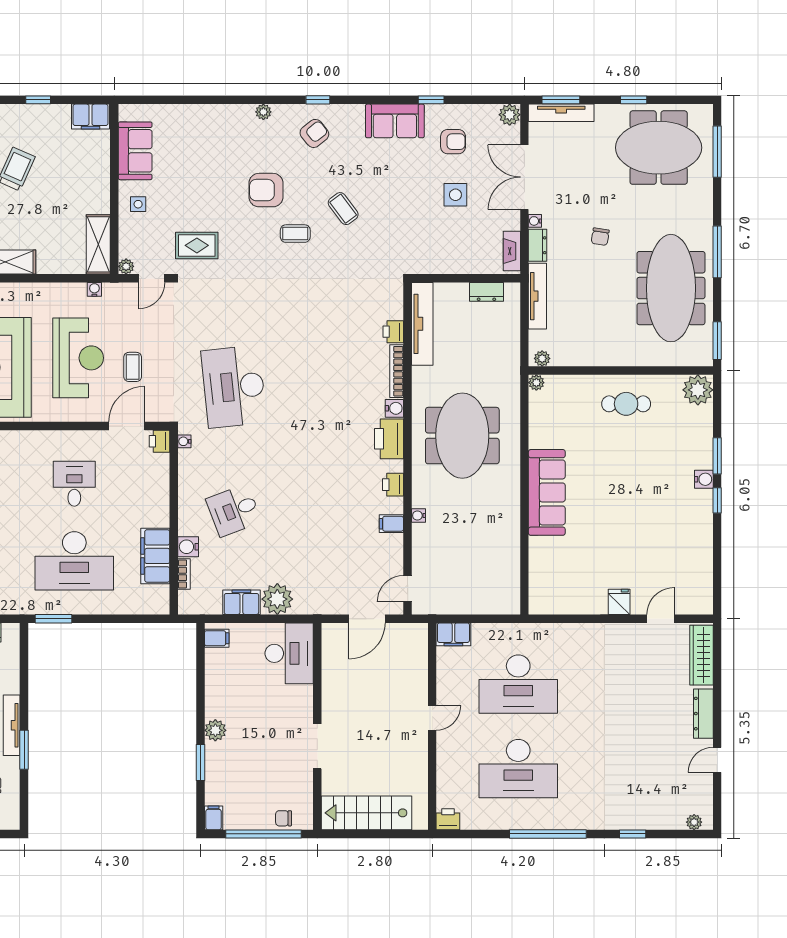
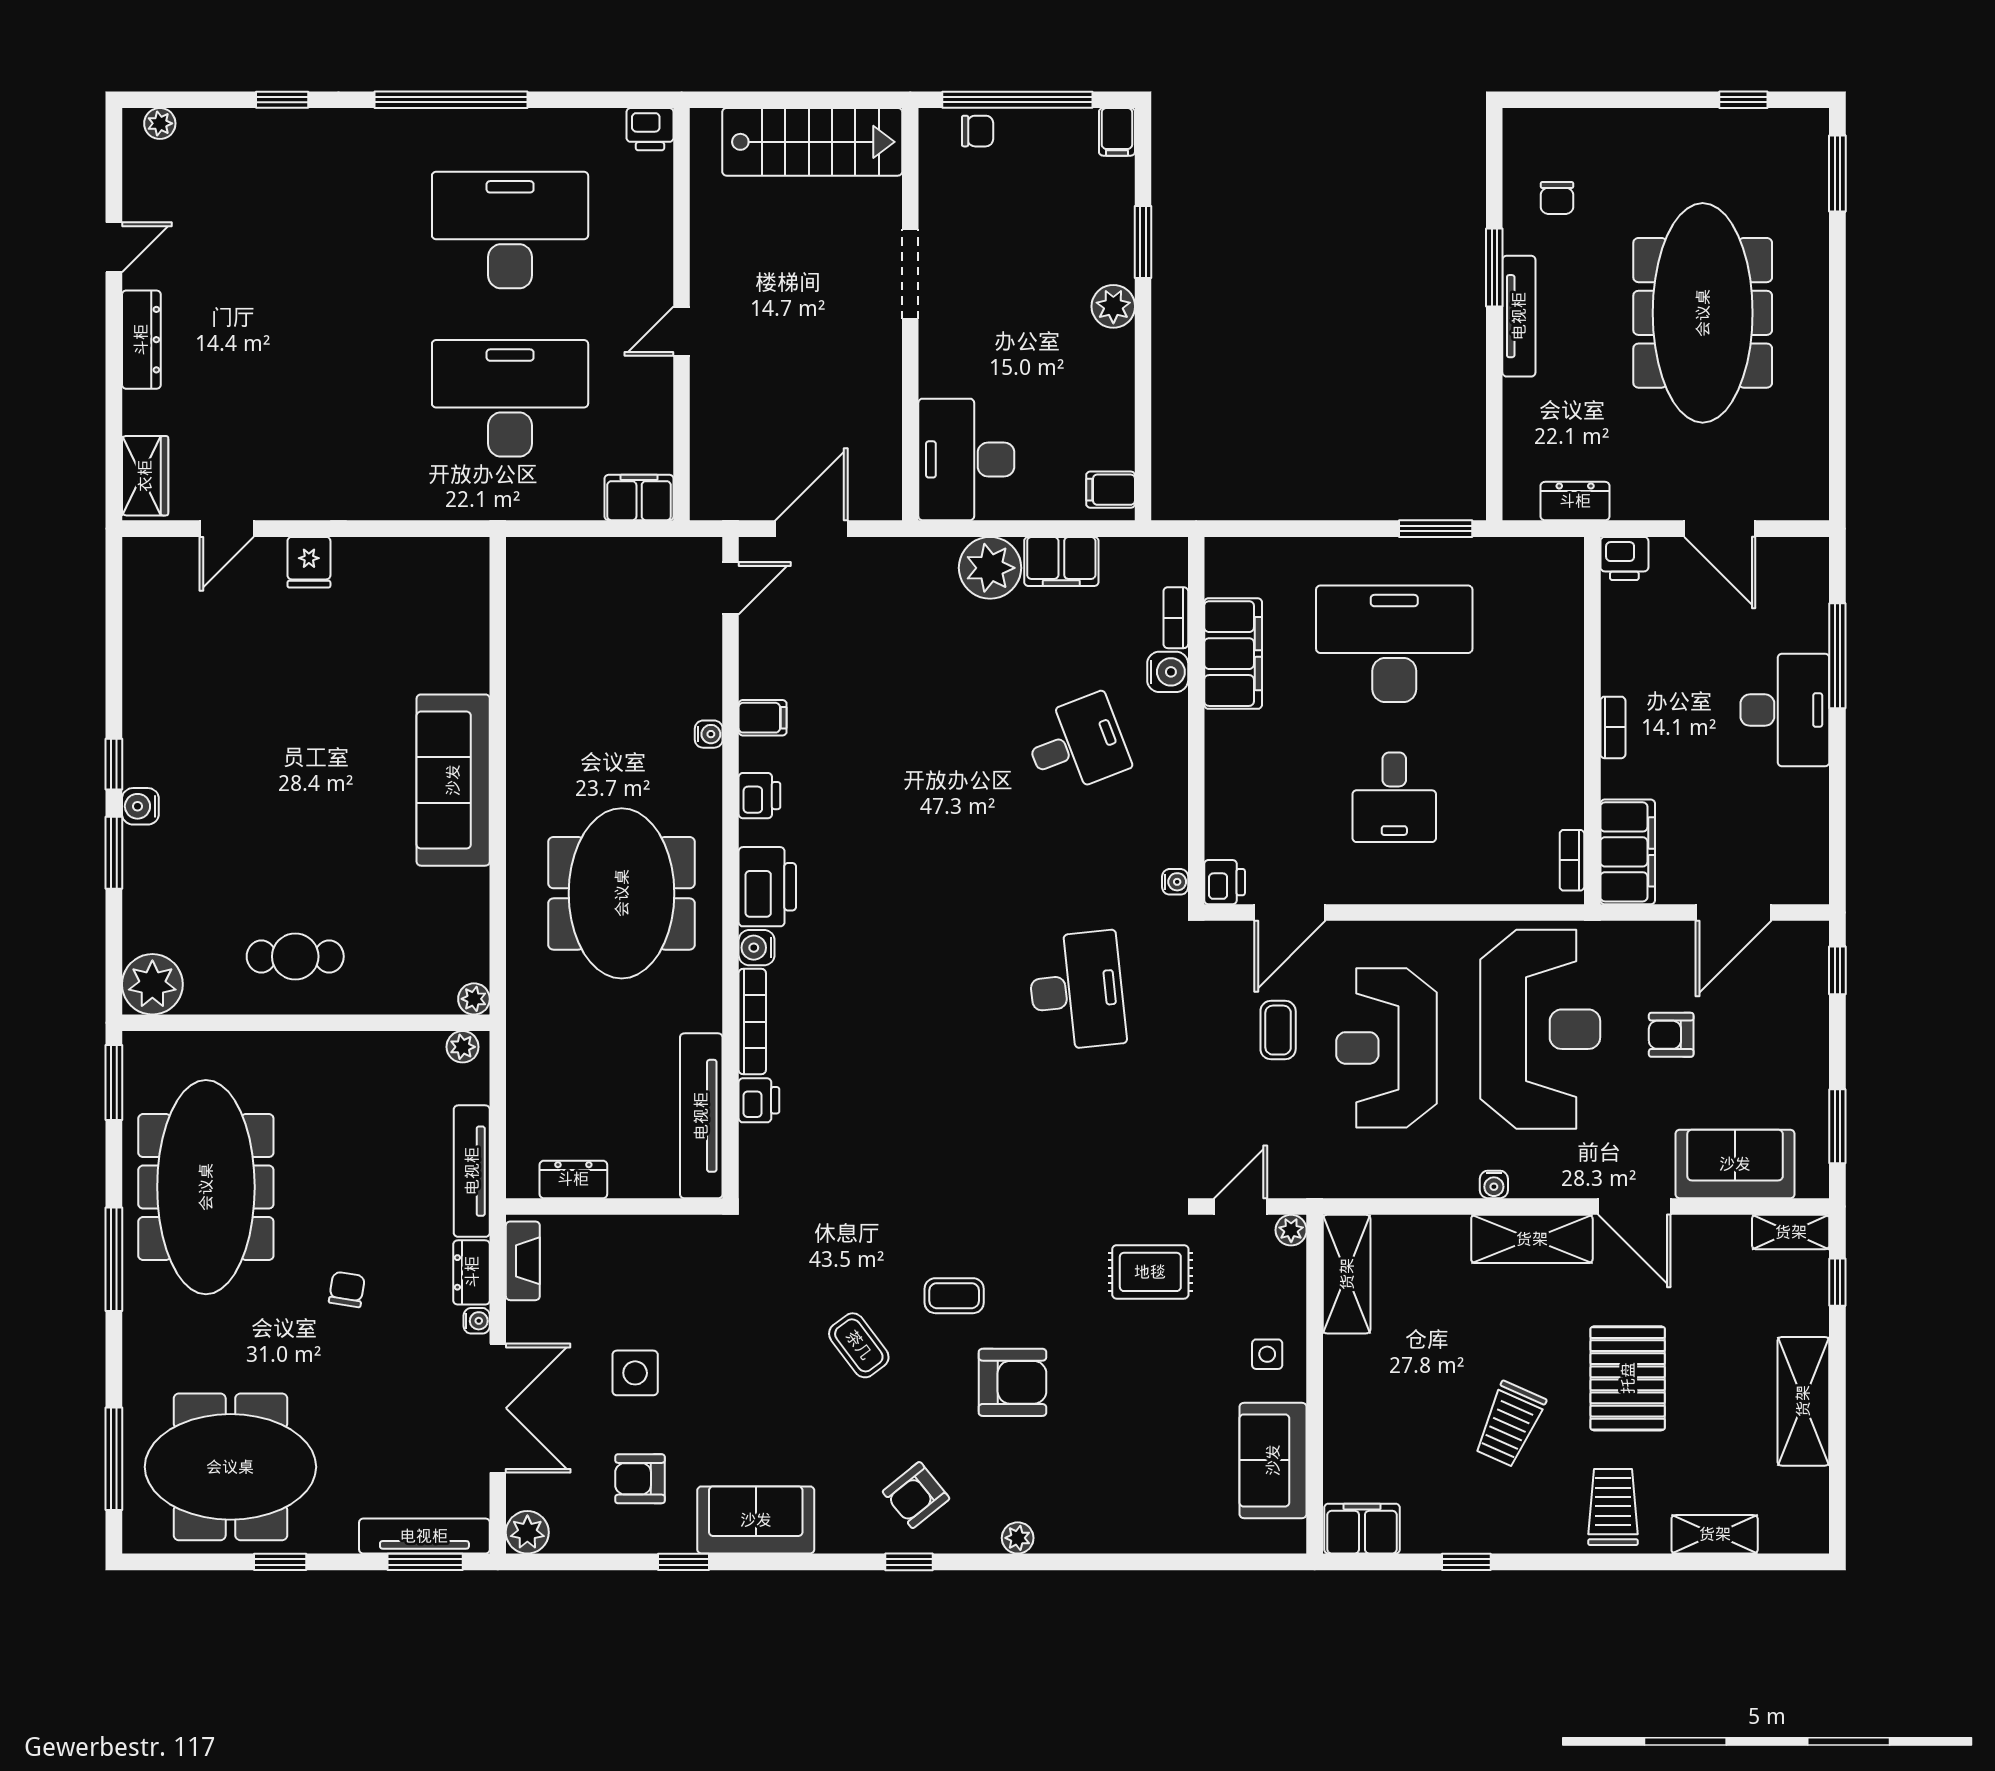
water cooler: (94, 289) -> (1494, 1184), moved
desk: (234, 387) -> (1077, 991), width x0.73, depth x0.77
wardrobe: (701, 655) -> (145, 476), width x0.67

